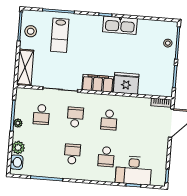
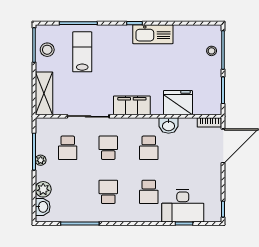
lab bench: (60, 35) -> (82, 52), turned 180
fridge: (126, 83) -> (178, 103), moved
washbasin: (127, 103) -> (169, 126), added

